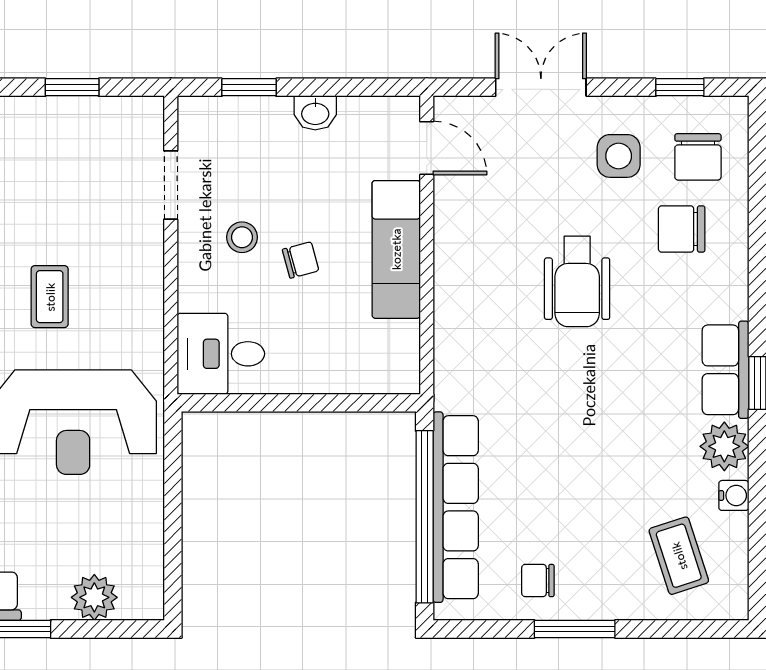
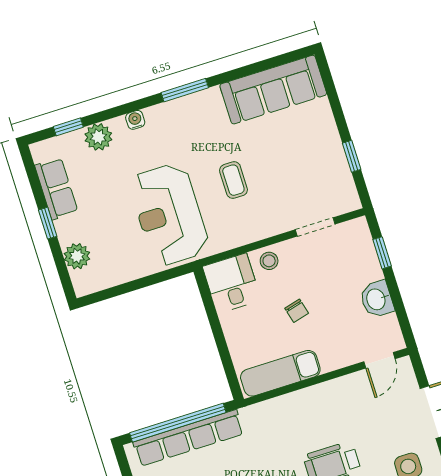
washbasin: (315, 113) -> (377, 299), width x1.38, depth x1.45
stool: (242, 237) -> (269, 261), moved
exam couch: (396, 249) -> (280, 373), moved
coffee table: (50, 297) -> (233, 180), turned 90

